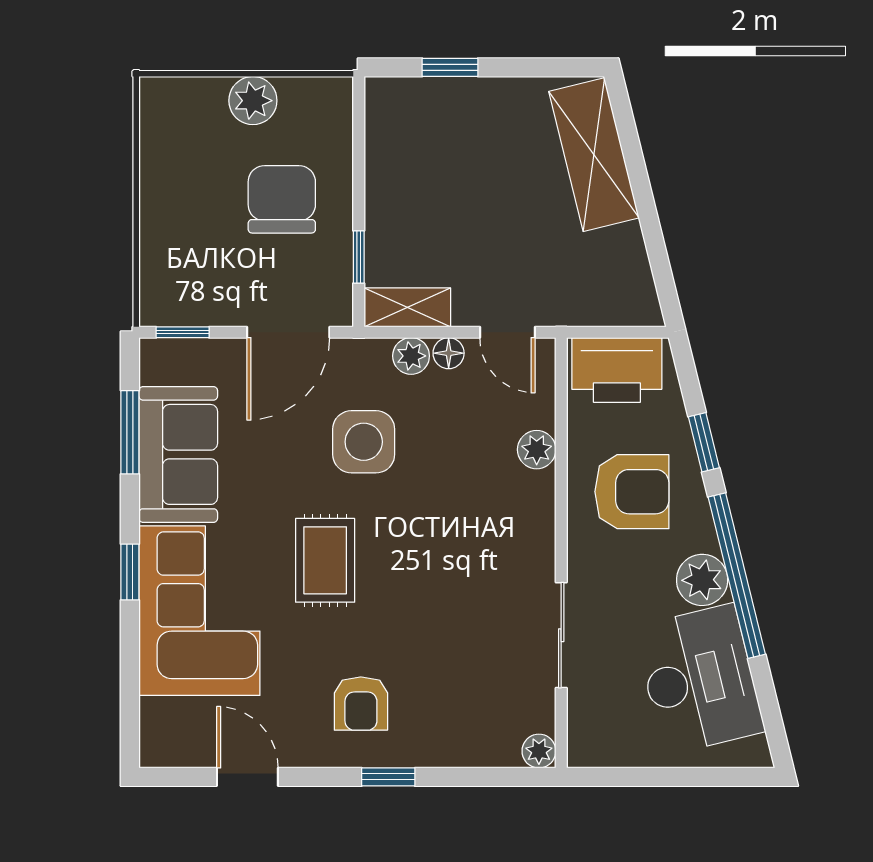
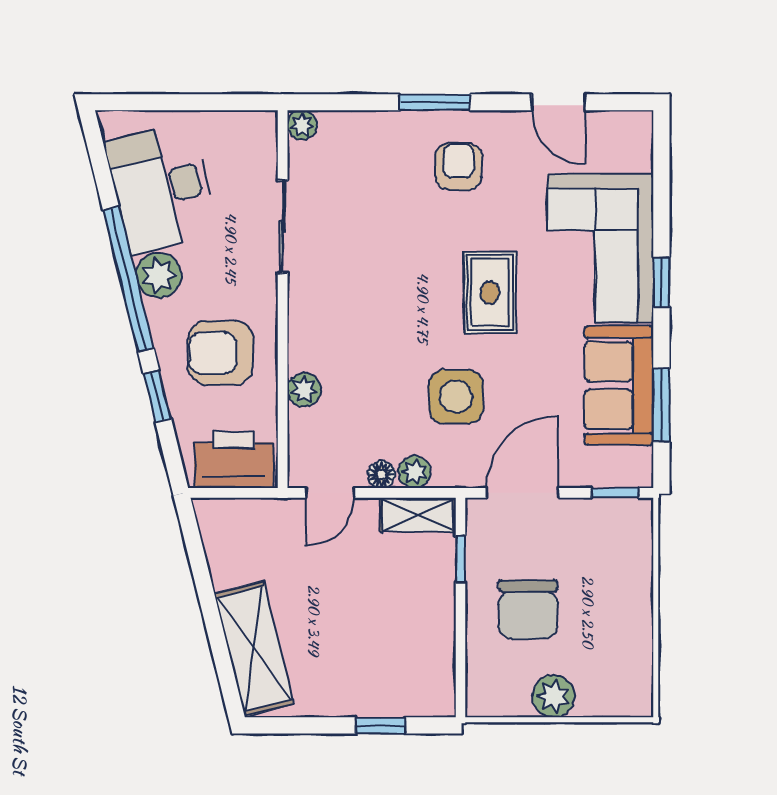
door: (507, 332) -> (330, 493), swing flipped
window: (388, 777) -> (435, 102), width x1.50

